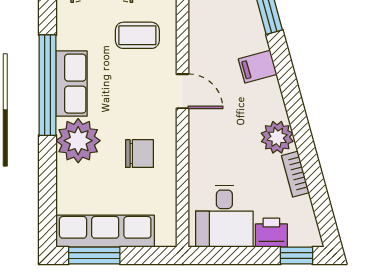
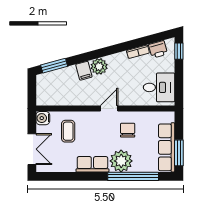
window: (47, 85) -> (133, 176), moved
door: (182, 91) -> (109, 108), moved
plant: (277, 137) -> (99, 66), moved
printer: (271, 233) -> (158, 49), moved, turned -105

